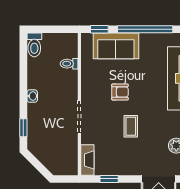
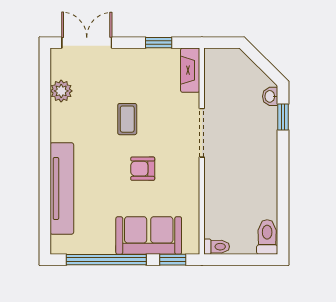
toilet: (69, 64) -> (217, 247), moved
washbasin: (32, 96) -> (270, 96), moved

